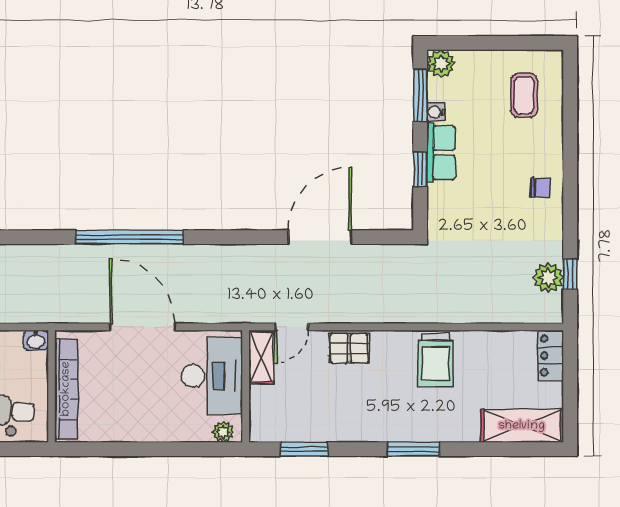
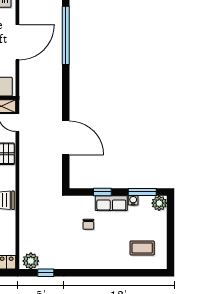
chair: (540, 188) -> (88, 224), moved
plant: (548, 277) -> (31, 261), moved

